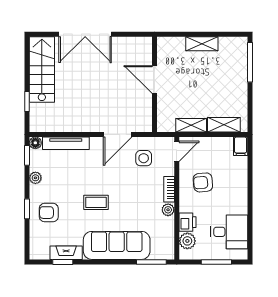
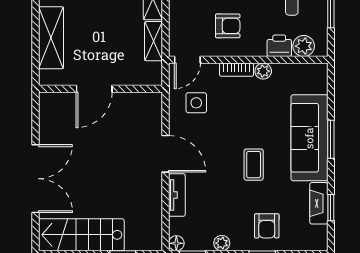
shelving: (202, 44) -> (51, 38), width x1.50, depth x1.33
door: (118, 135) -> (166, 154), moved
tv unit: (66, 143) -> (177, 195), width x0.71
door: (177, 151) -> (187, 60), swing flipped
armchair: (203, 182) -> (228, 26), turned -85
window: (151, 262) -> (331, 139), moved

